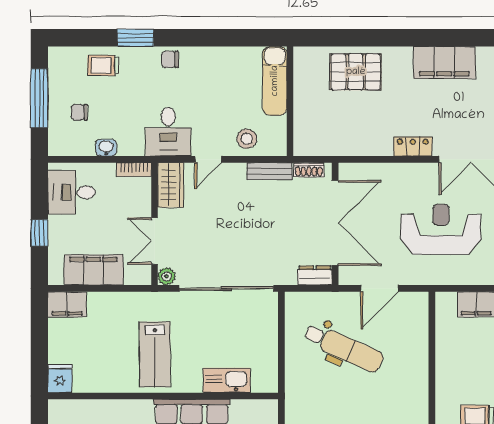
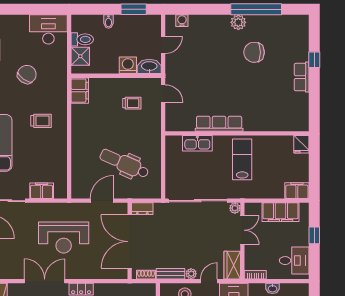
plant: (236, 171) -> (191, 274), added

